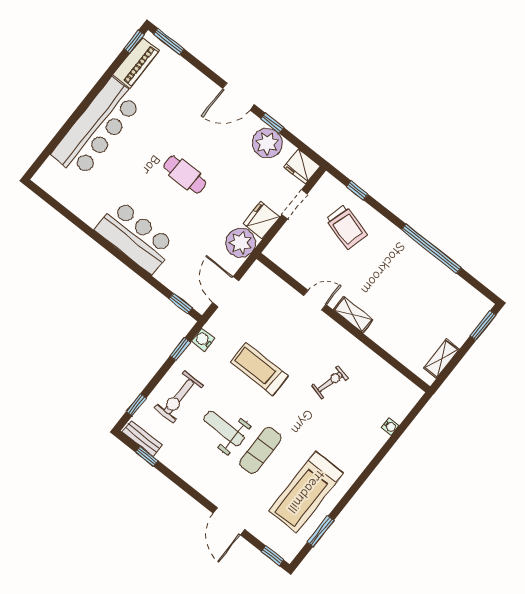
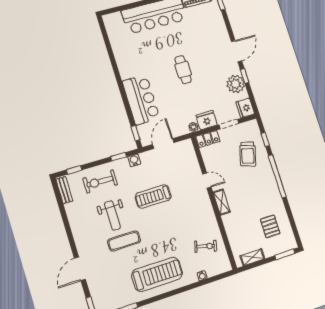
door: (239, 97) -> (236, 51), swing flipped
bar counter: (135, 237) -> (141, 100), moved
plant: (241, 243) -> (194, 127), width x0.53, depth x0.53
locker: (280, 244) -> (208, 139), added
window: (431, 249) -> (277, 176), moved
pallet: (439, 302) -> (270, 226), added
treadmill: (259, 369) -> (153, 197), turned -90
exercise bike: (330, 382) -> (206, 246), moved
weight bench: (224, 429) -> (112, 215), turned 180
window: (147, 456) -> (60, 202), removed
treadmill: (306, 492) -> (157, 274), moved, turned 180

